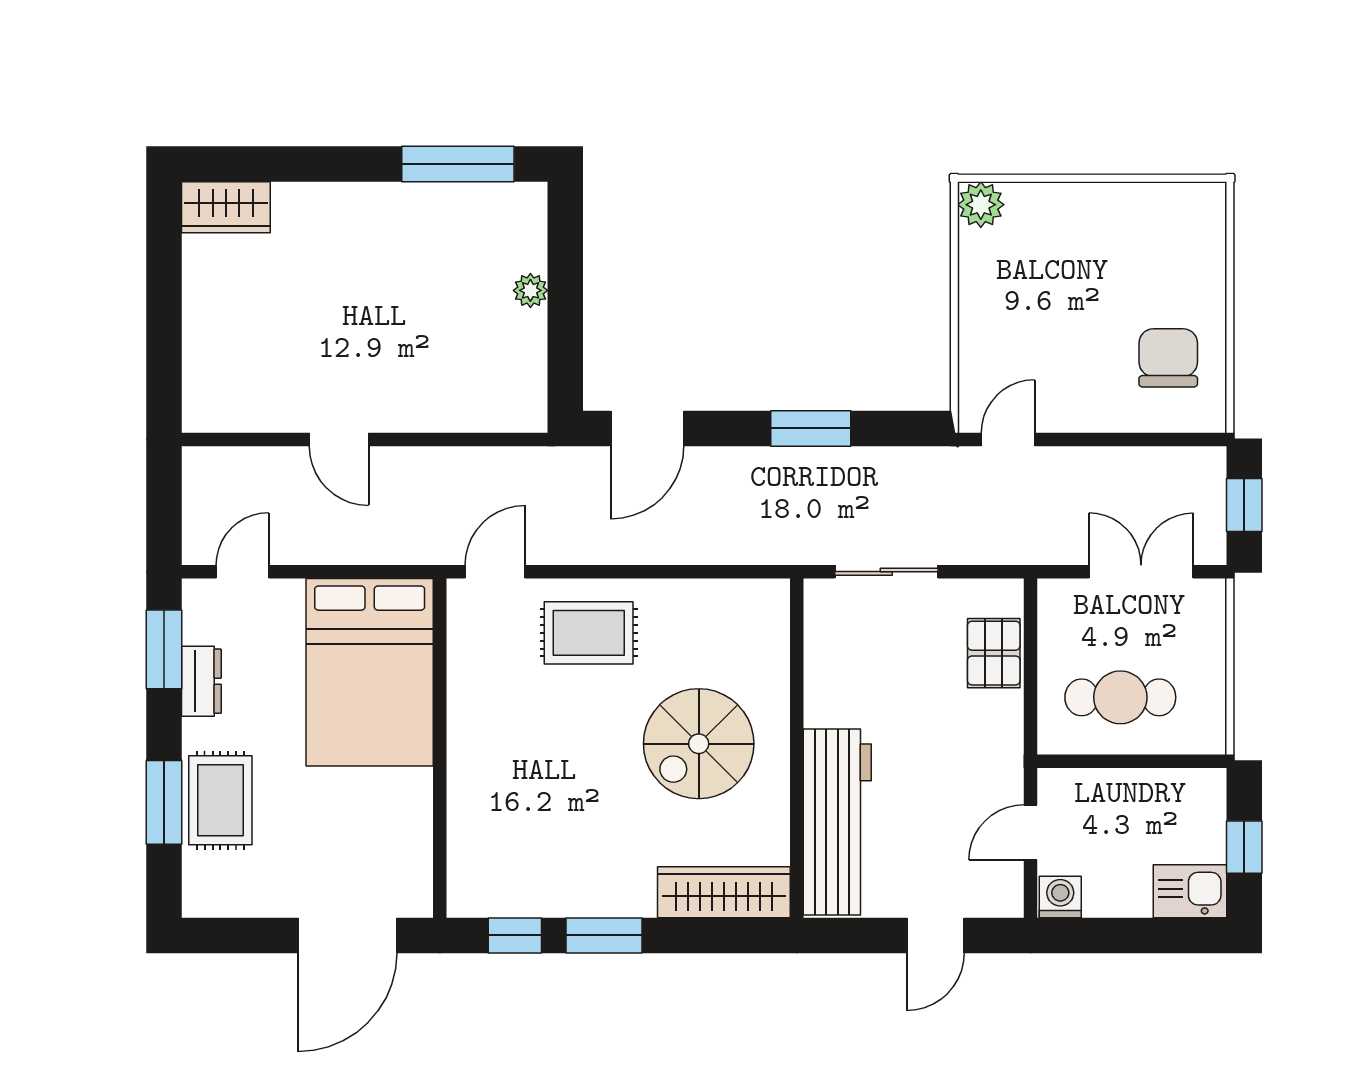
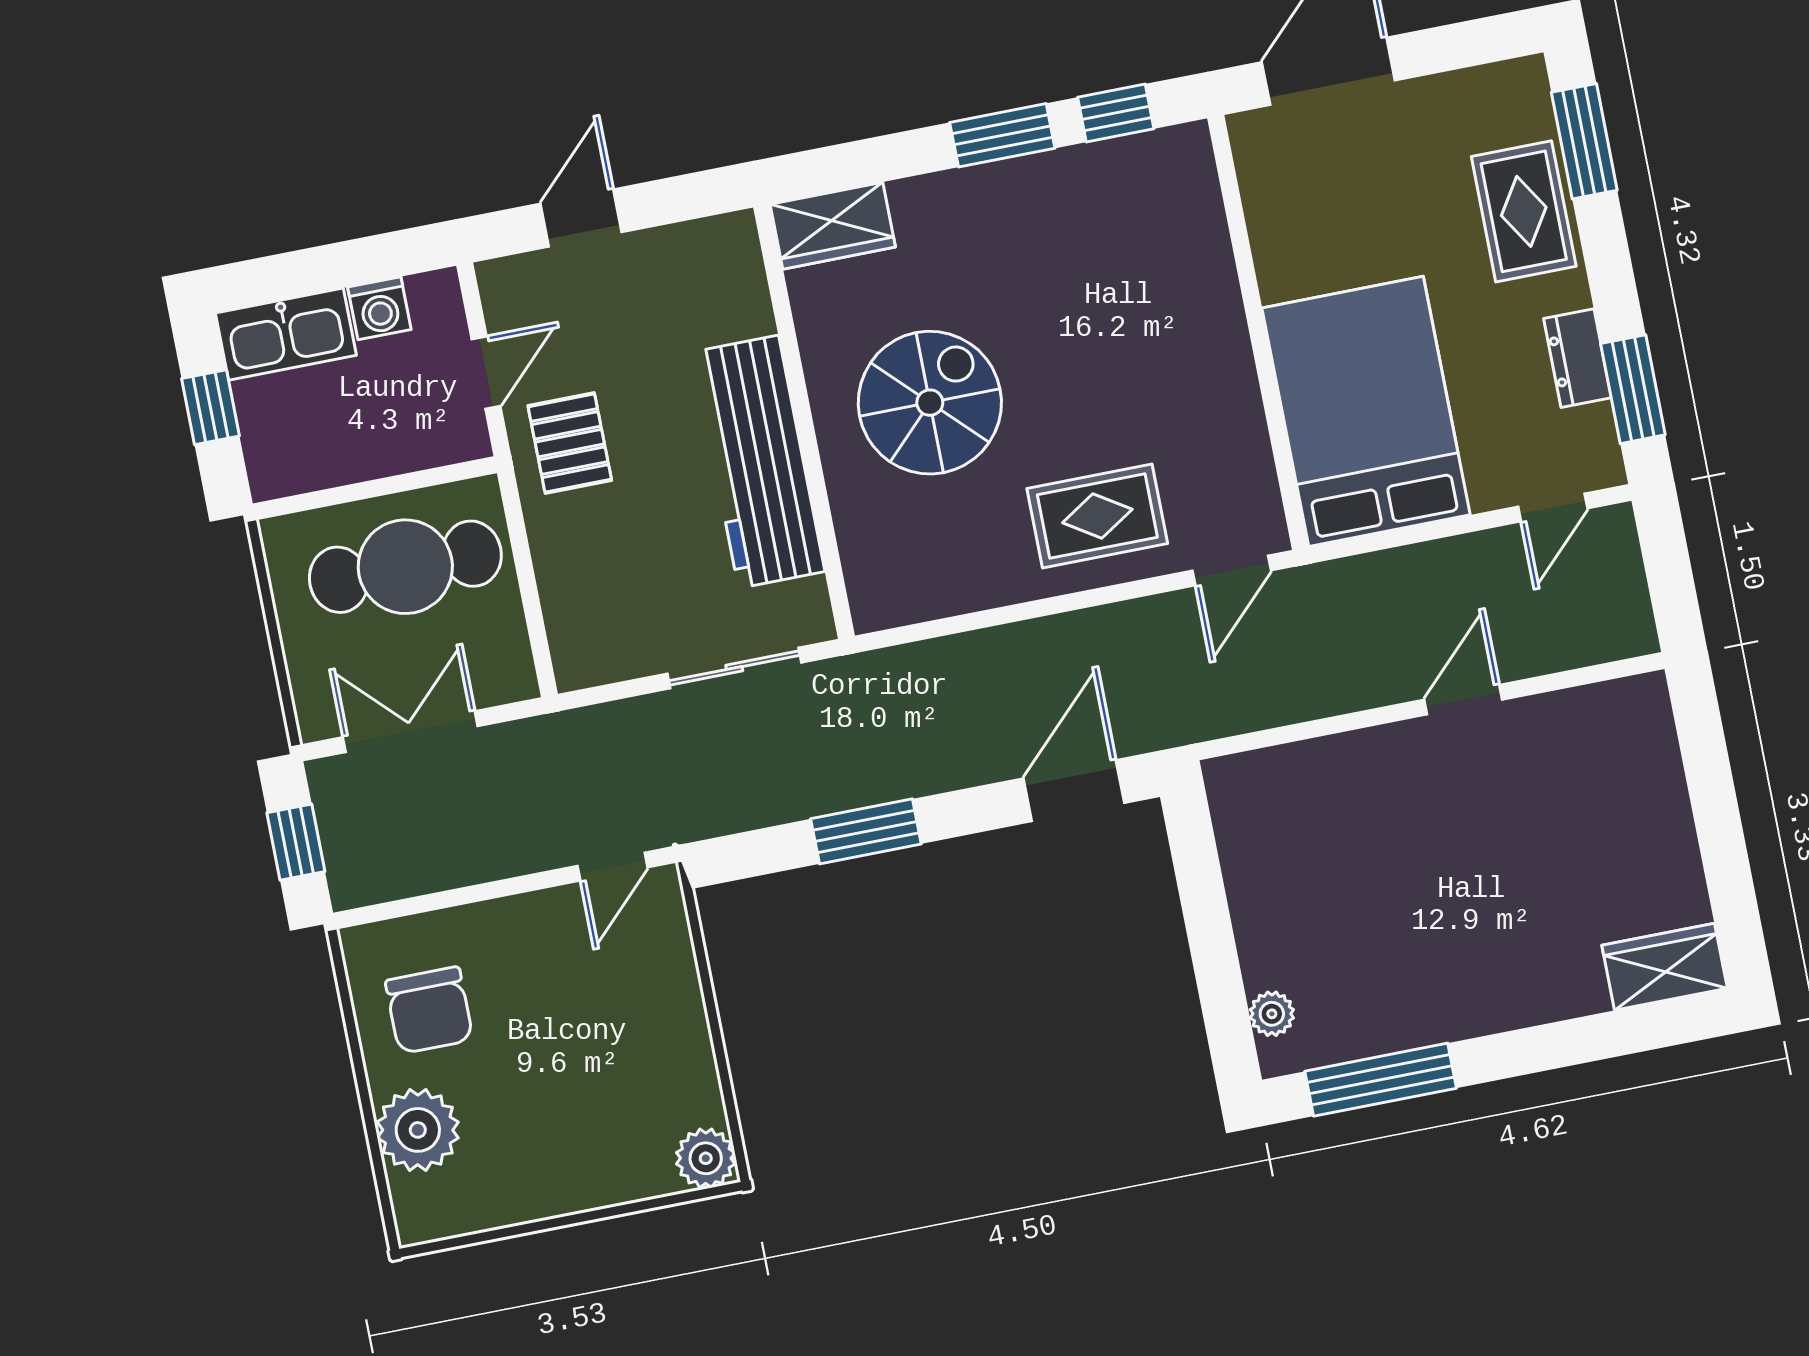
plant: (1195, 269) -> (418, 1130), added
plant: (530, 290) -> (1272, 1014), moved
door: (339, 439) -> (1463, 700), hinge flipped
double door: (1141, 572) -> (410, 732), swing flipped
pallet: (994, 653) -> (570, 443), moved
cafe table: (1120, 697) -> (405, 567), width x1.37, depth x1.35
window: (164, 802) -> (1584, 141), moved
workbench: (837, 822) -> (758, 462), moved
kitchen sink: (1190, 891) -> (286, 334), width x1.38
wardrobe: (724, 892) -> (833, 226), width x0.67
washing machine: (1060, 897) -> (379, 308), moved

